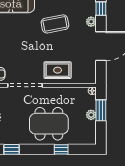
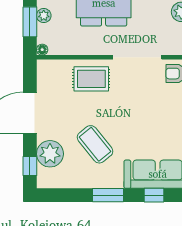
plant: (91, 22) -> (50, 154), width x1.88, depth x1.88
coffee table: (55, 24) -> (95, 144), turned 62

